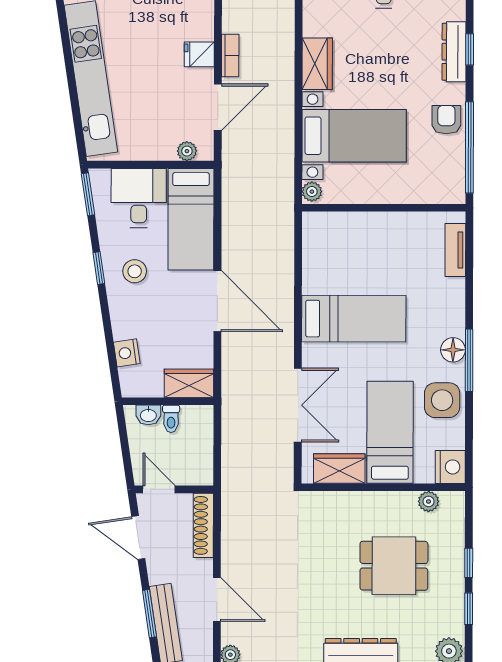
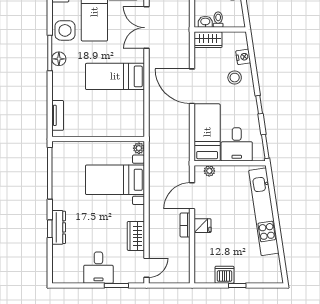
wardrobe: (317, 64) -> (136, 236), moved
armchair: (446, 120) -> (63, 189), removed
stool: (135, 271) -> (235, 78), moved
washbasin: (148, 415) -> (205, 22), moved

